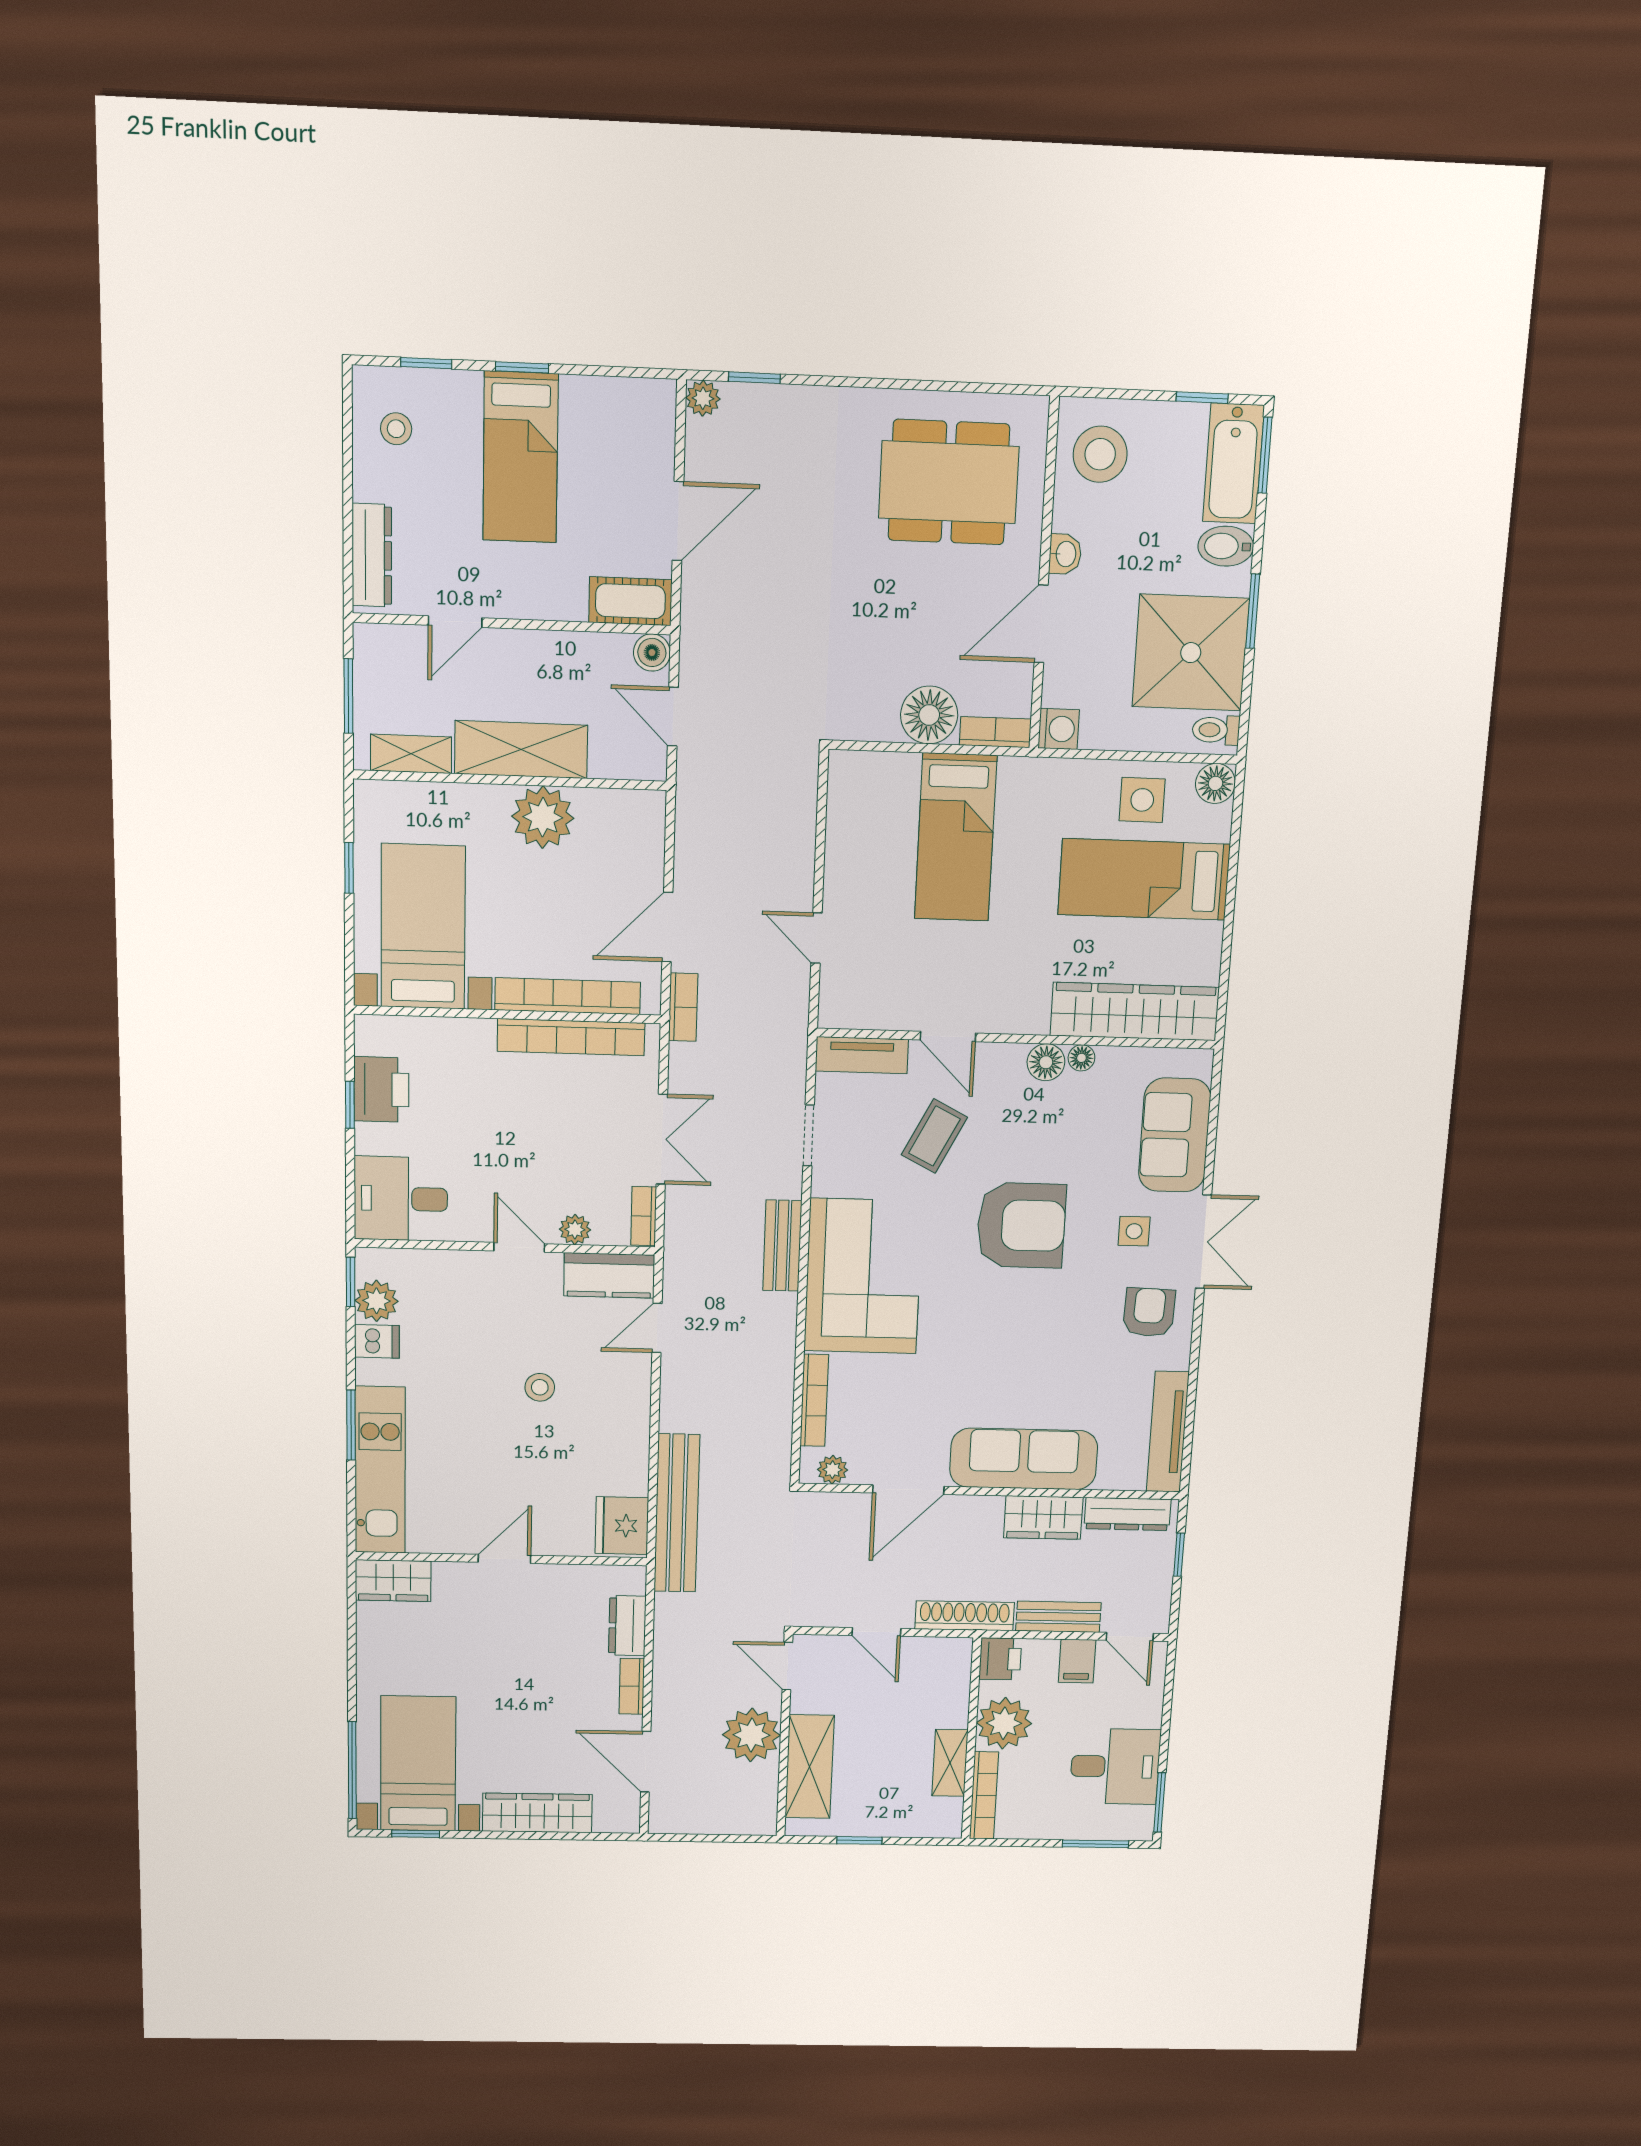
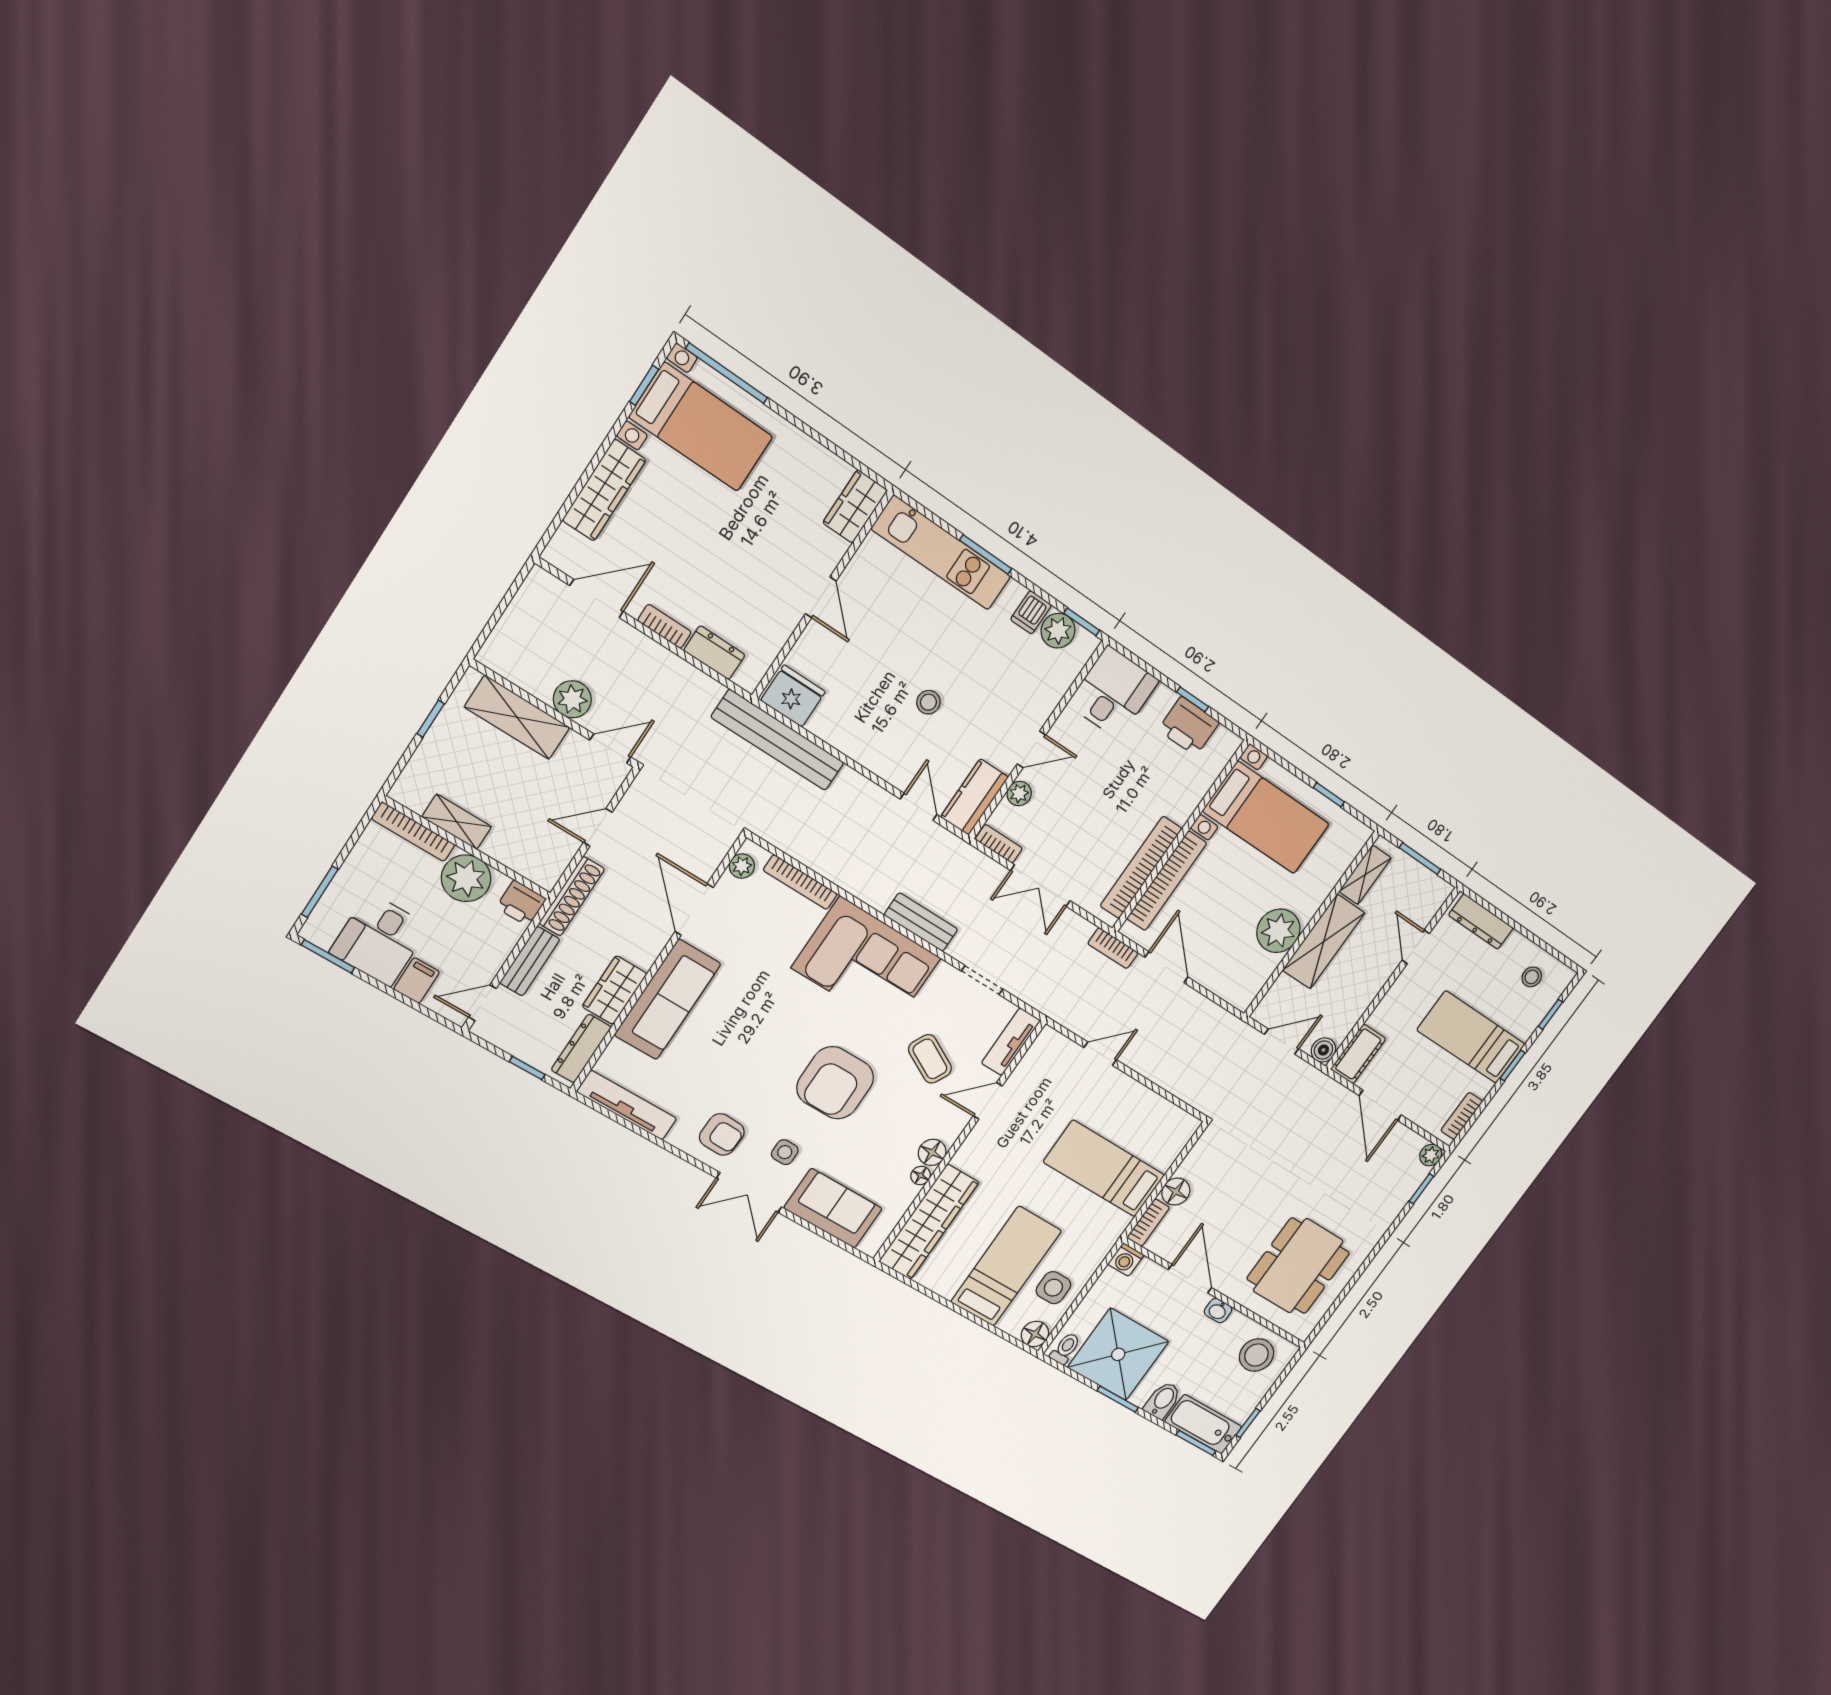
bookcase: (628, 392) -> (1462, 1116), added
floor lamp: (929, 715) -> (1176, 1192), width x0.73, depth x0.73
filing cabinet: (1077, 1661) -> (417, 981), moved, turned 90
plant: (751, 1735) -> (572, 699), width x0.73, depth x0.73

